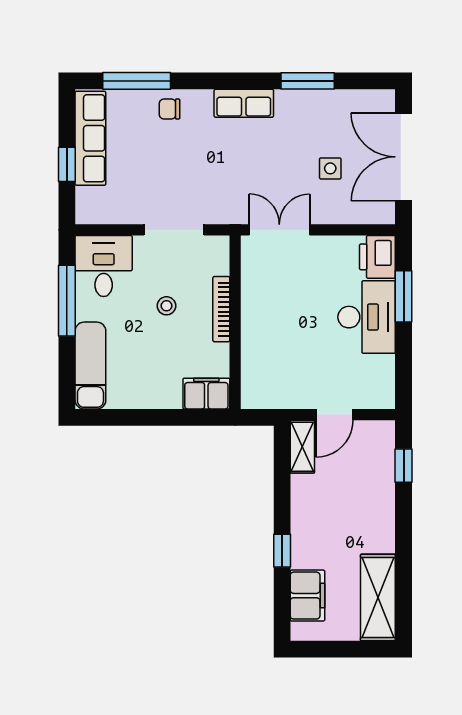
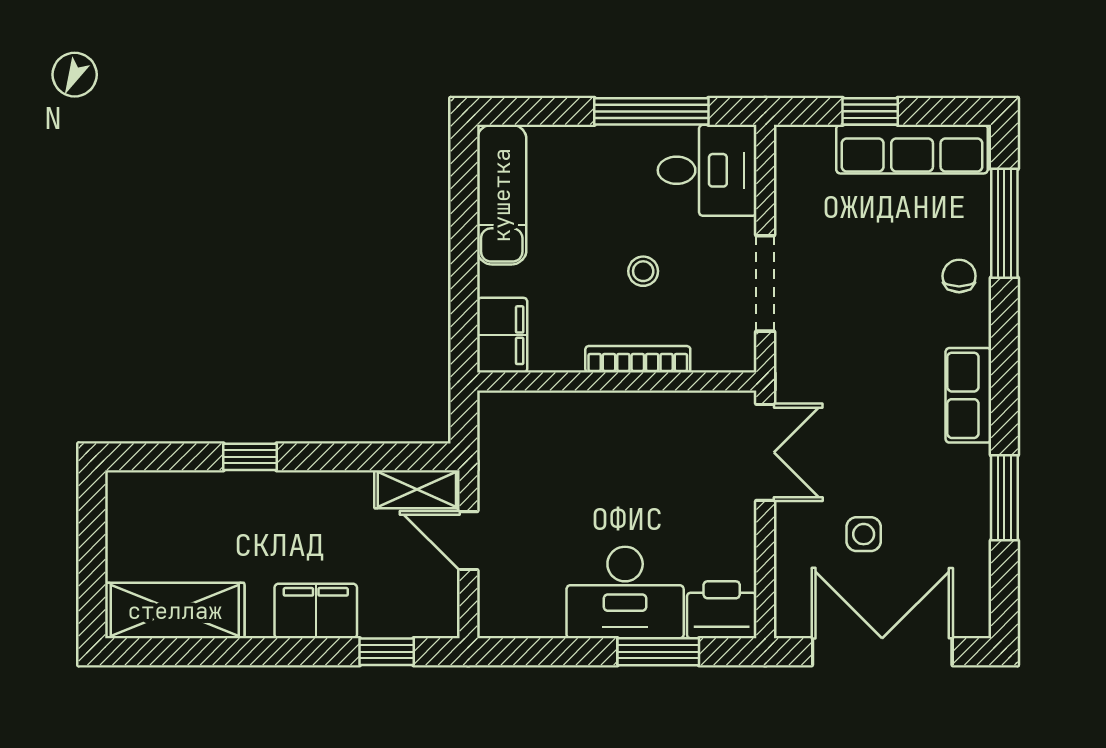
exam couch: (90, 366) -> (502, 195), moved, turned -90
filing cabinet: (307, 596) -> (316, 611), moved, turned 180

